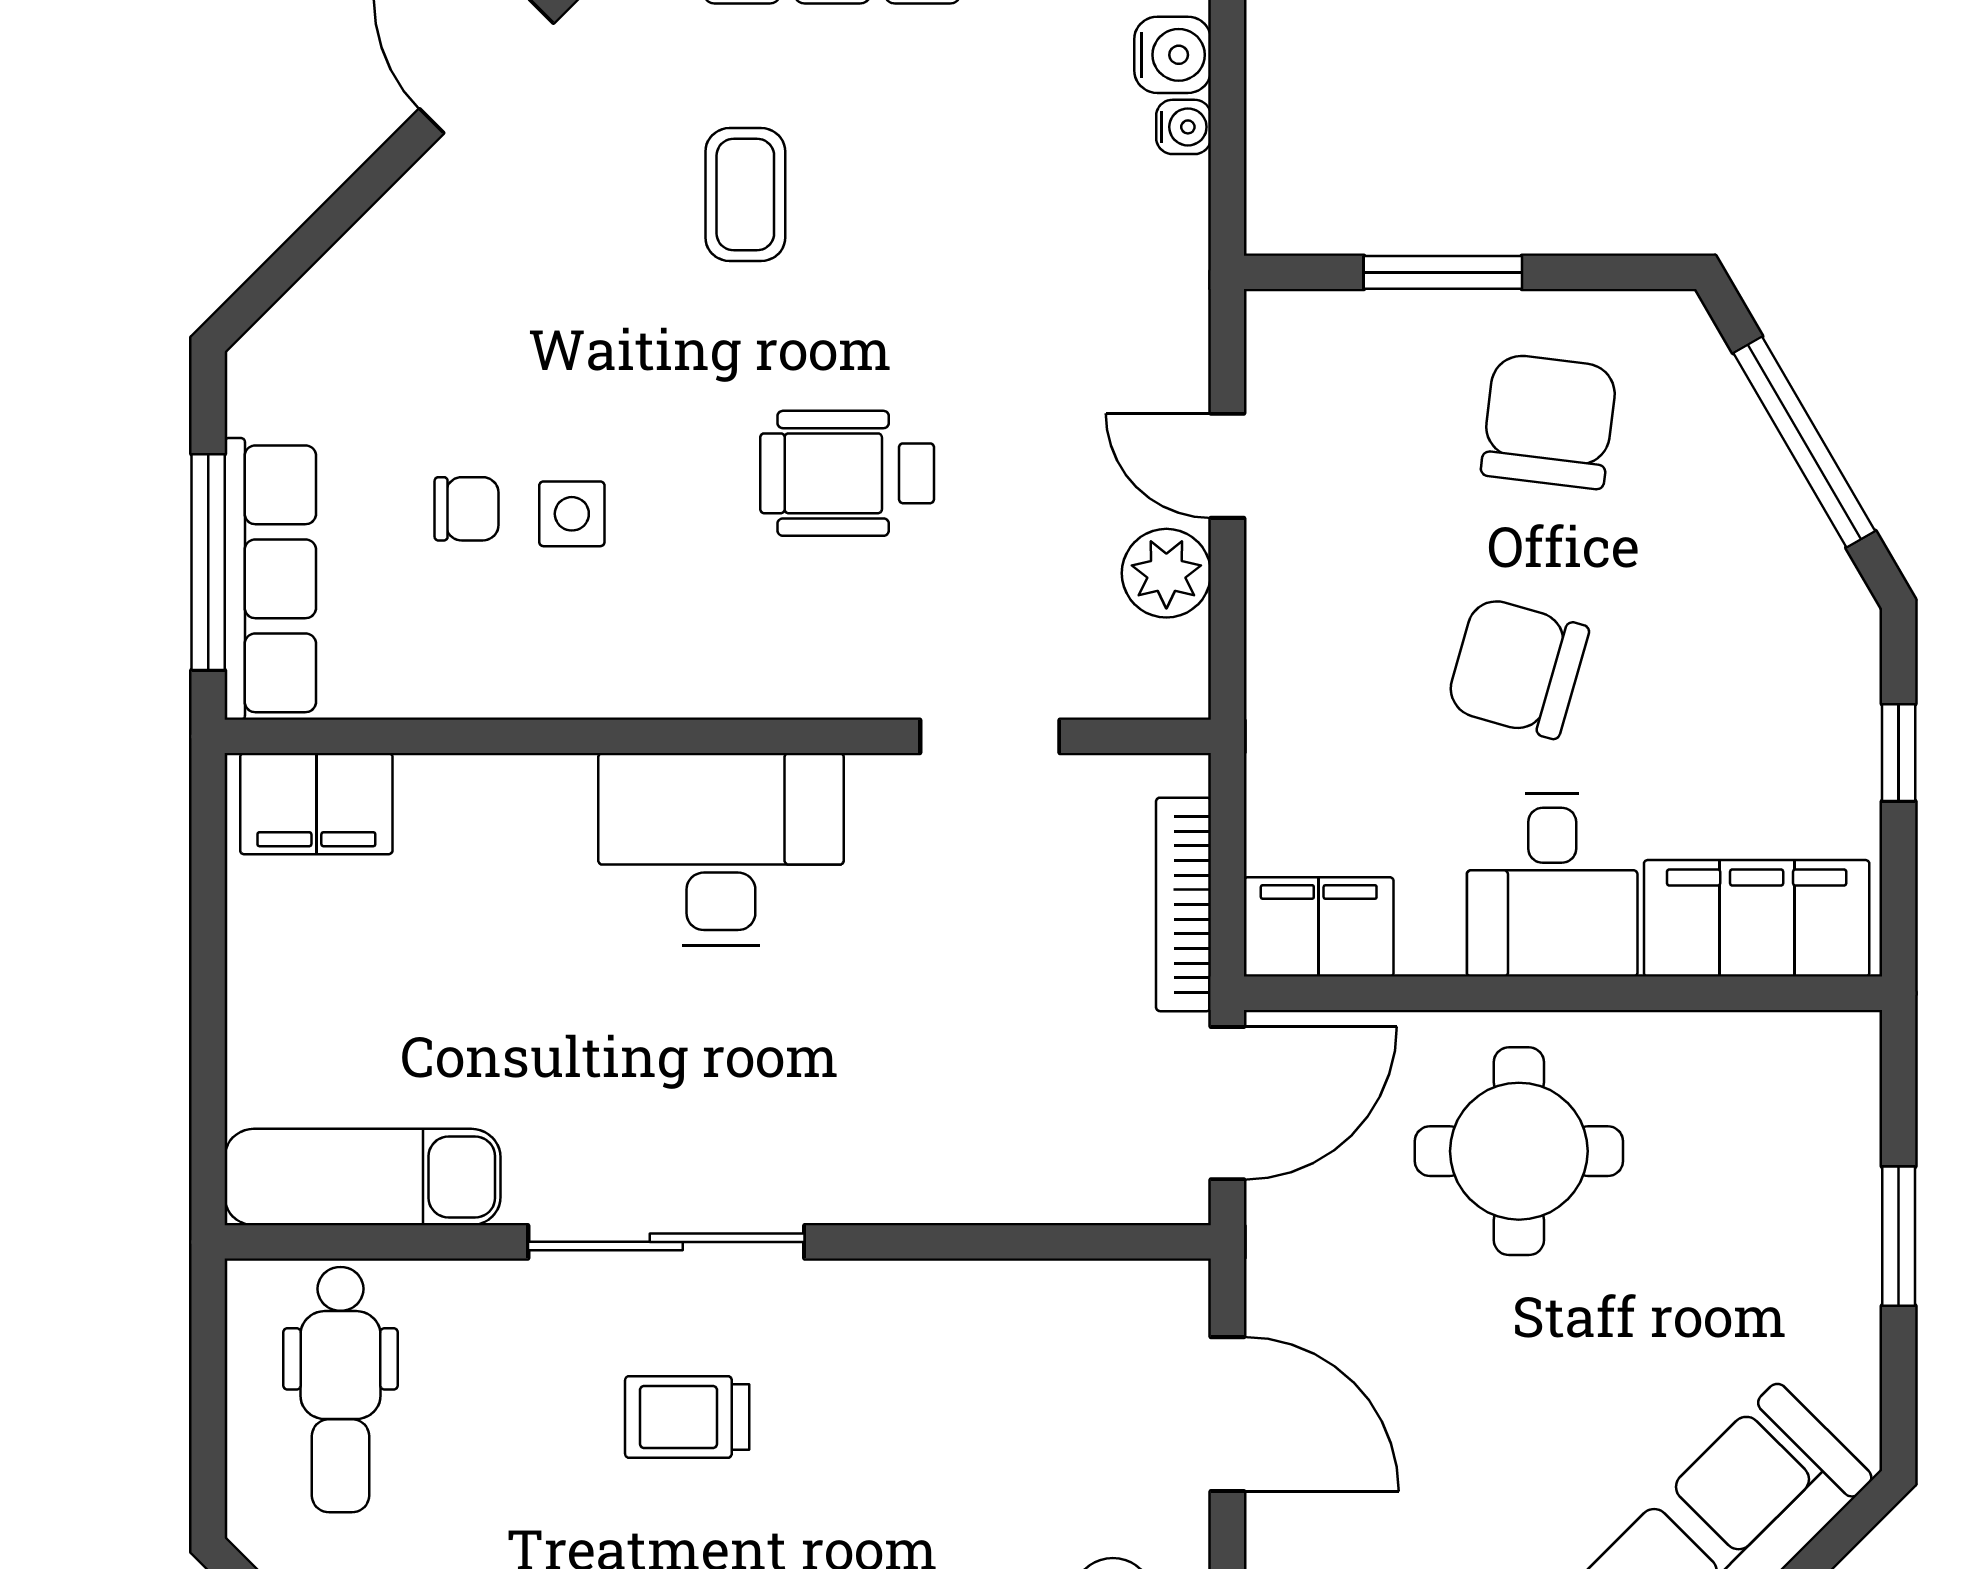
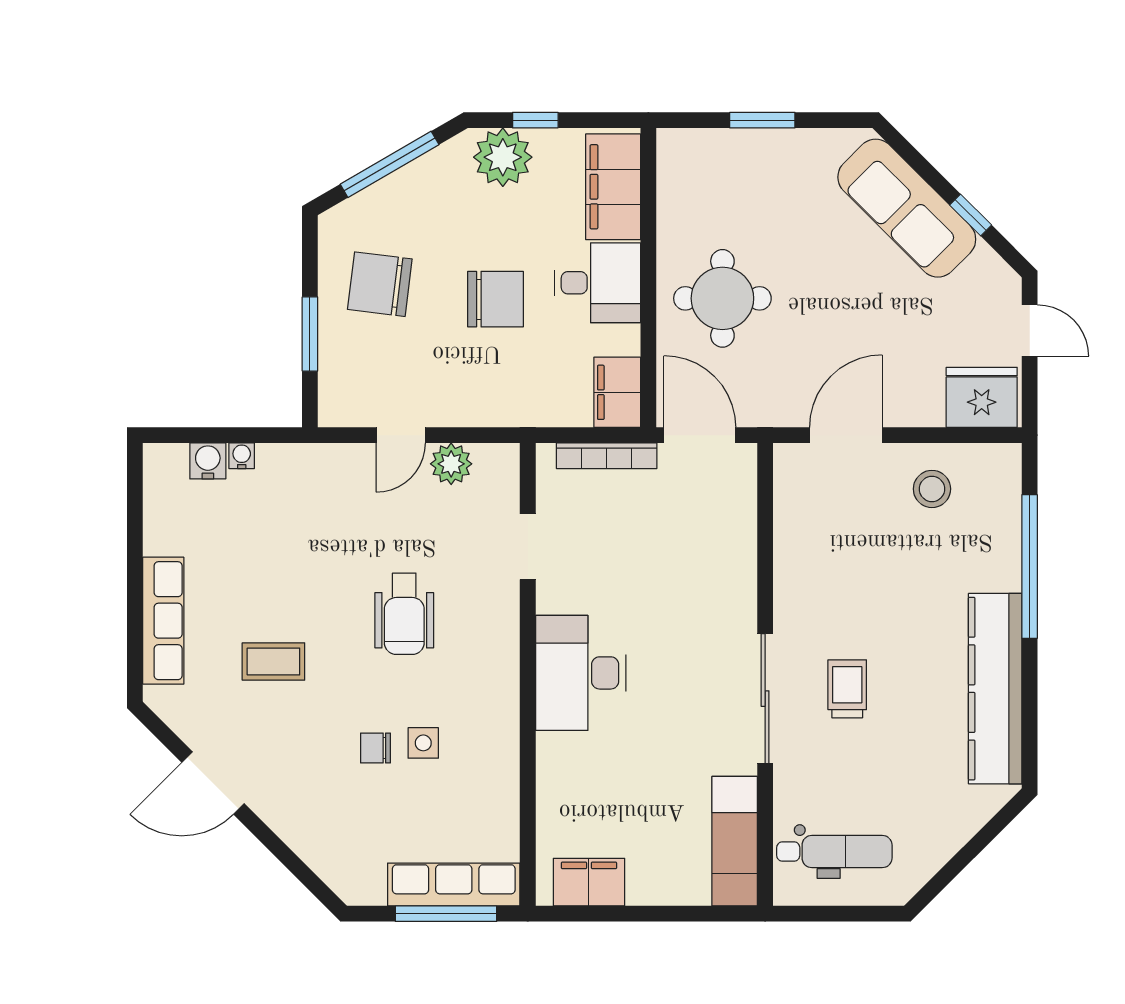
chair: (467, 509) -> (375, 748), moved, turned -90
chair: (1517, 668) -> (495, 299), turned -106
plant: (1820, 683) -> (503, 157), added
filing cabinet: (316, 804) -> (589, 882), moved, turned -90
trolley: (687, 1417) -> (847, 689), turned 180

